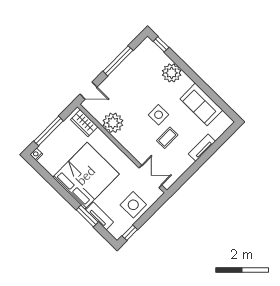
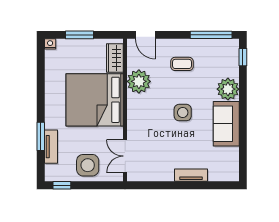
window: (118, 61) -> (211, 35), moved
sofa: (201, 104) -> (226, 124), moved
window: (49, 131) -> (79, 35), width x0.69
coffee table: (167, 138) -> (182, 64), moved
bed: (86, 176) -> (95, 100), moved, turned 180
double door: (150, 176) -> (125, 156), swing flipped

